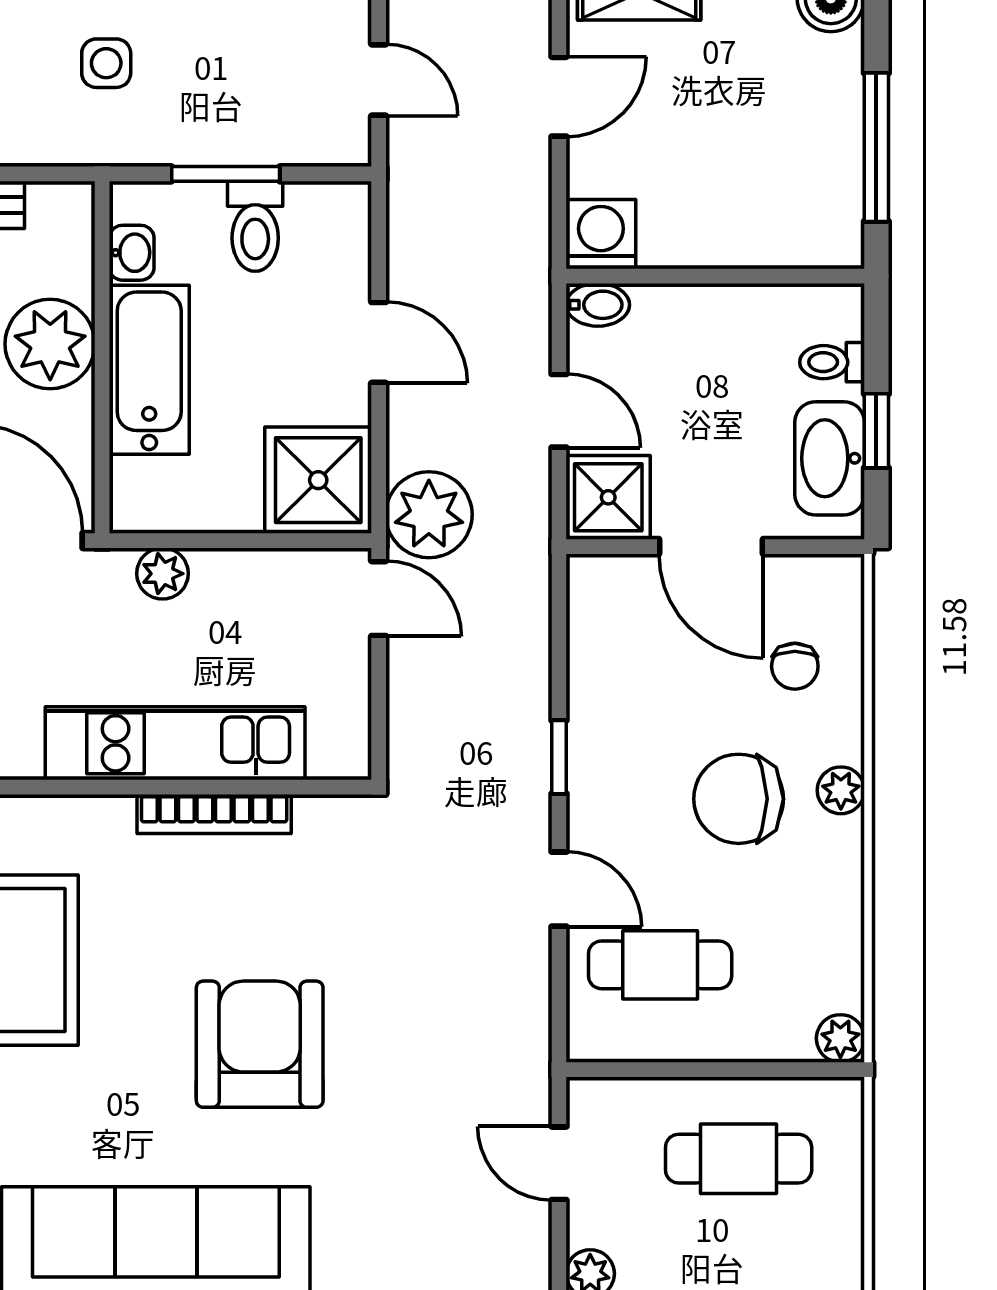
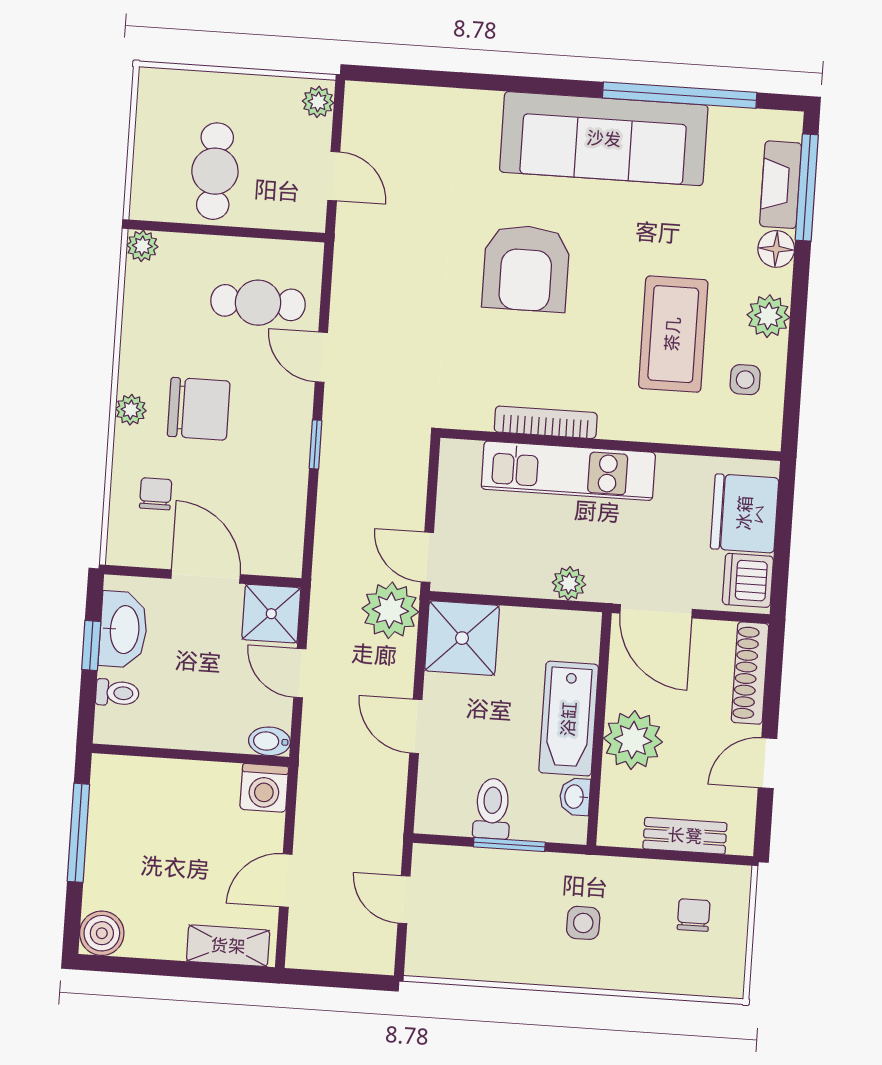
cafe table: (739, 1159) -> (215, 171), turned 90

